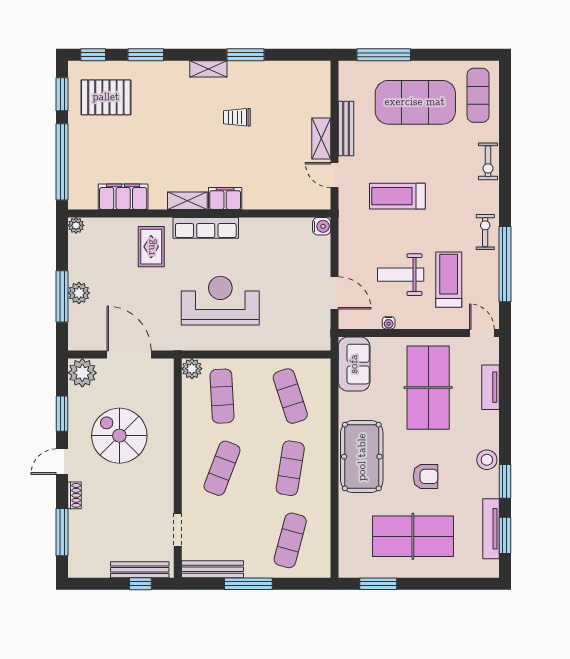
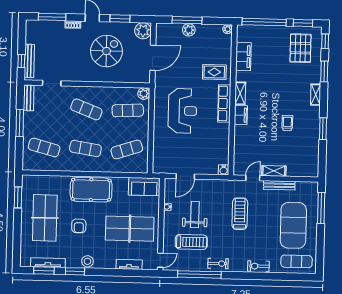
shelving: (208, 69) -> (316, 95), moved
bench: (213, 569) -> (29, 98), width x0.73

